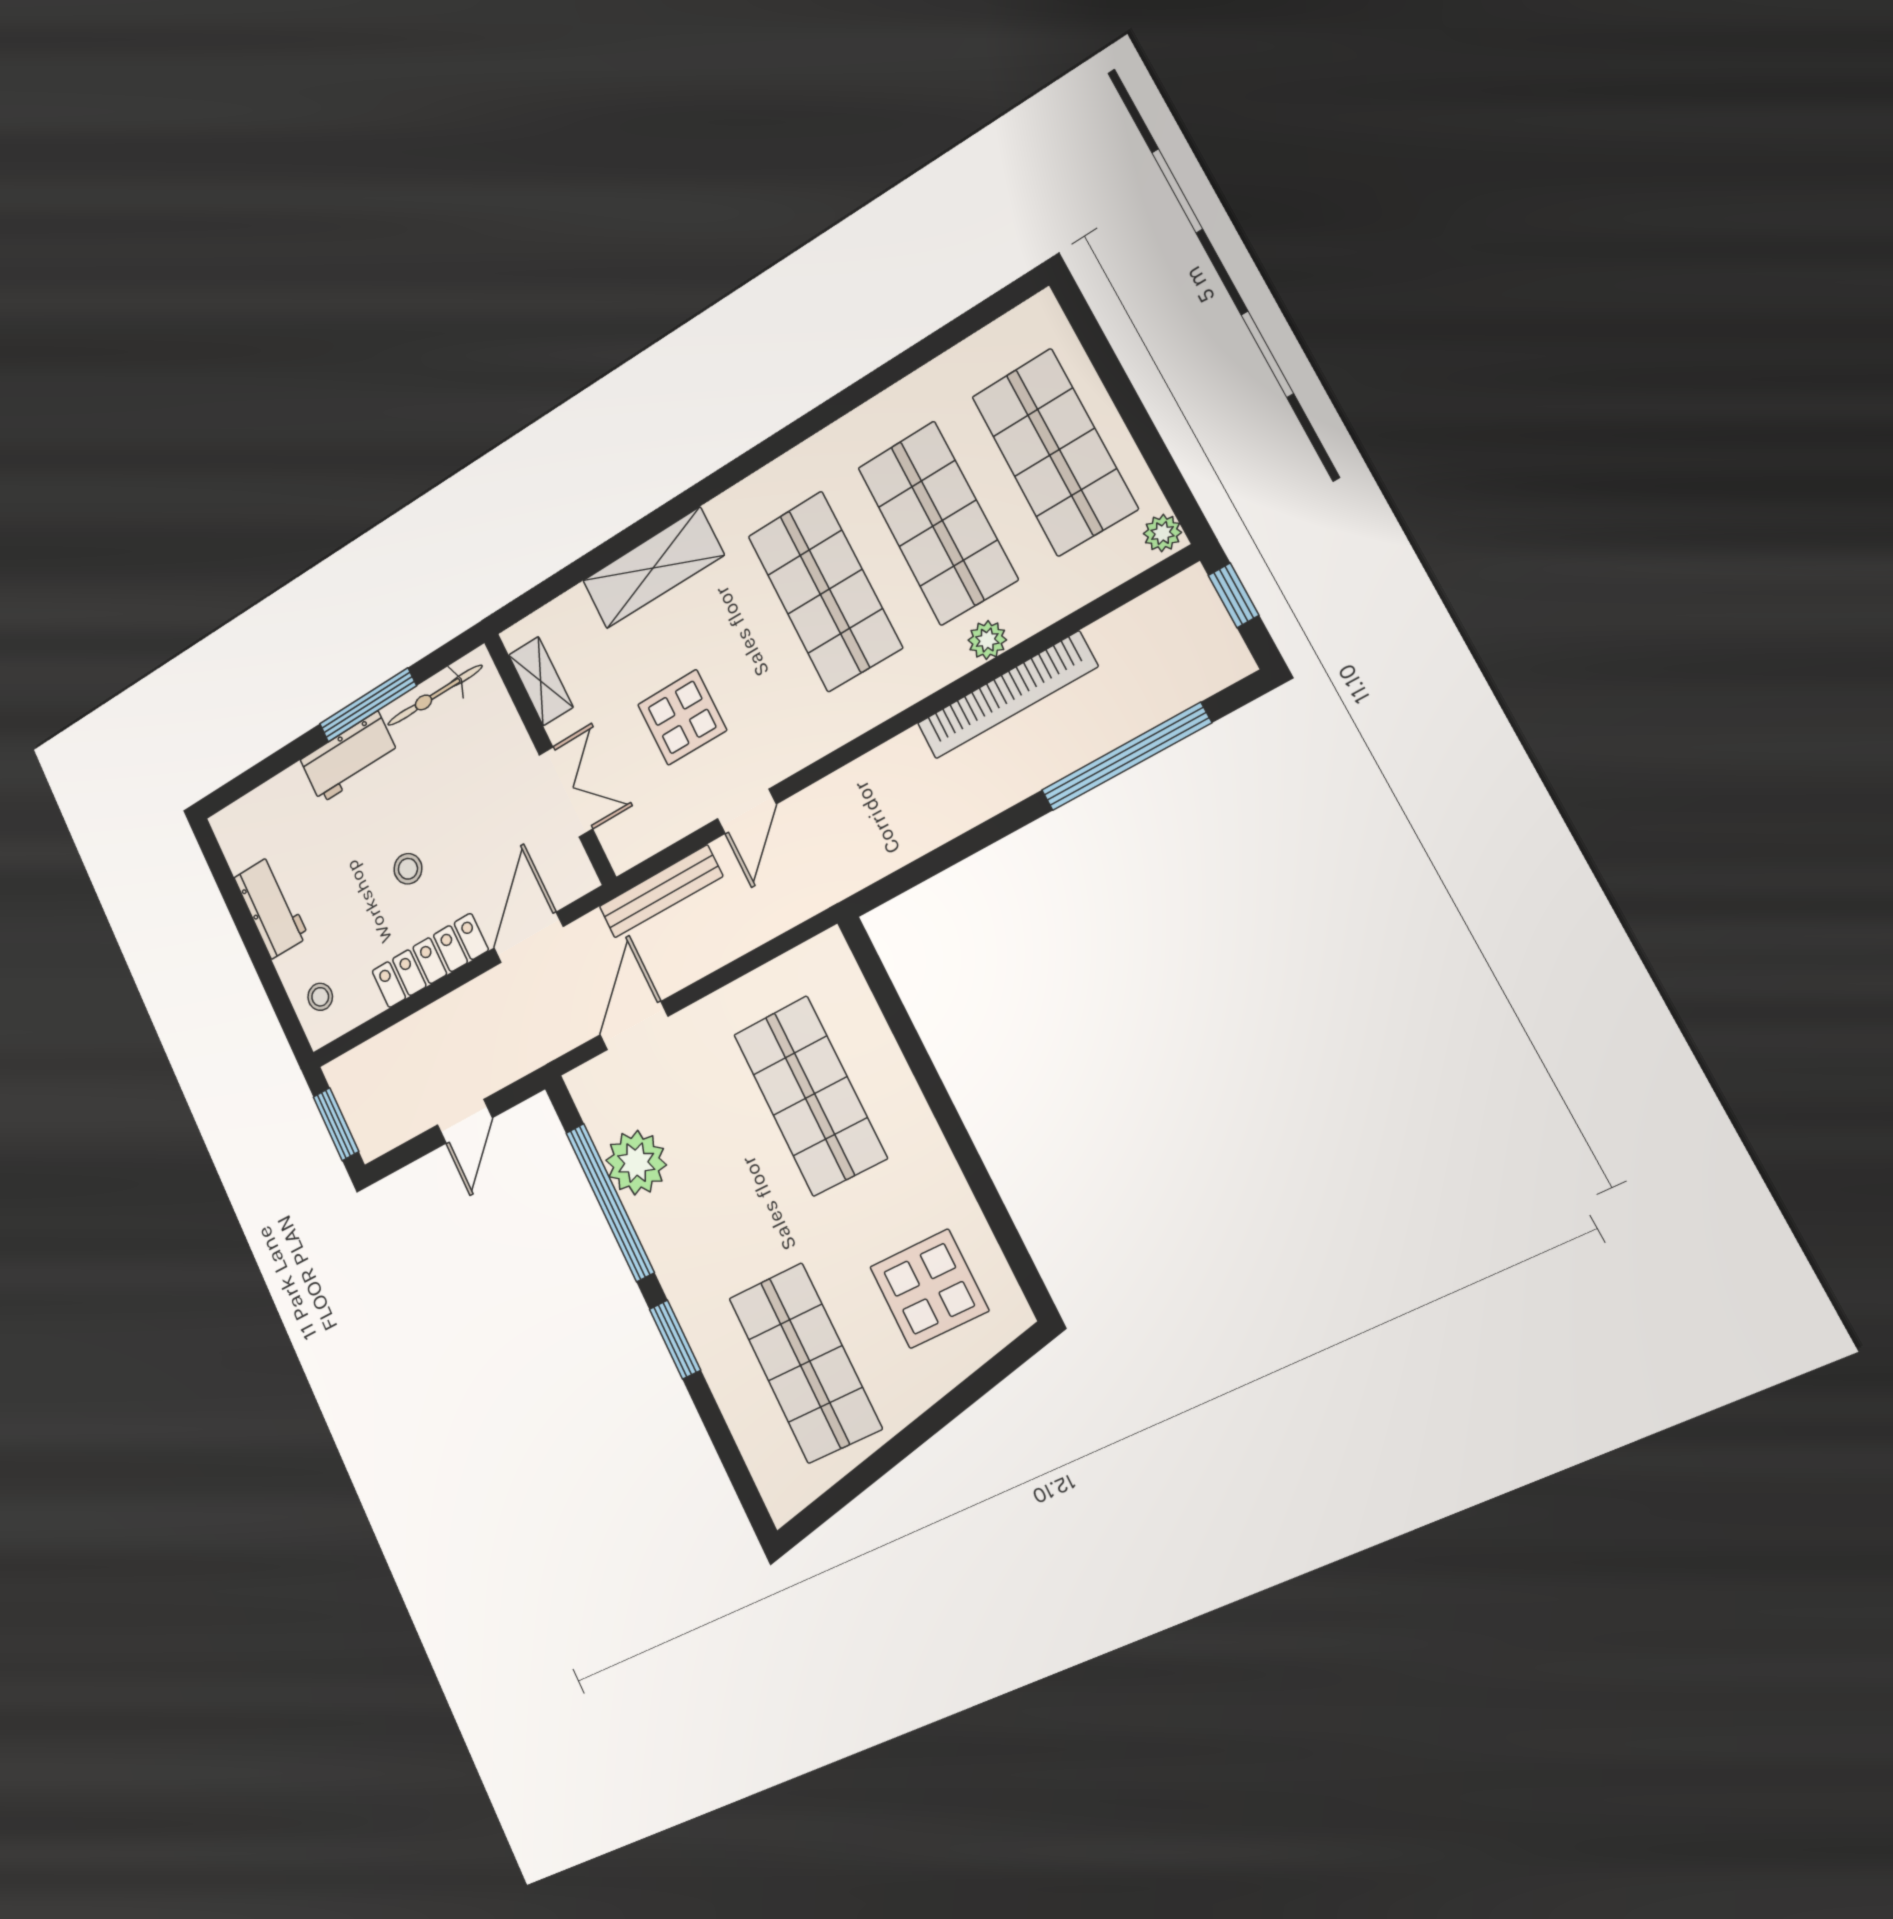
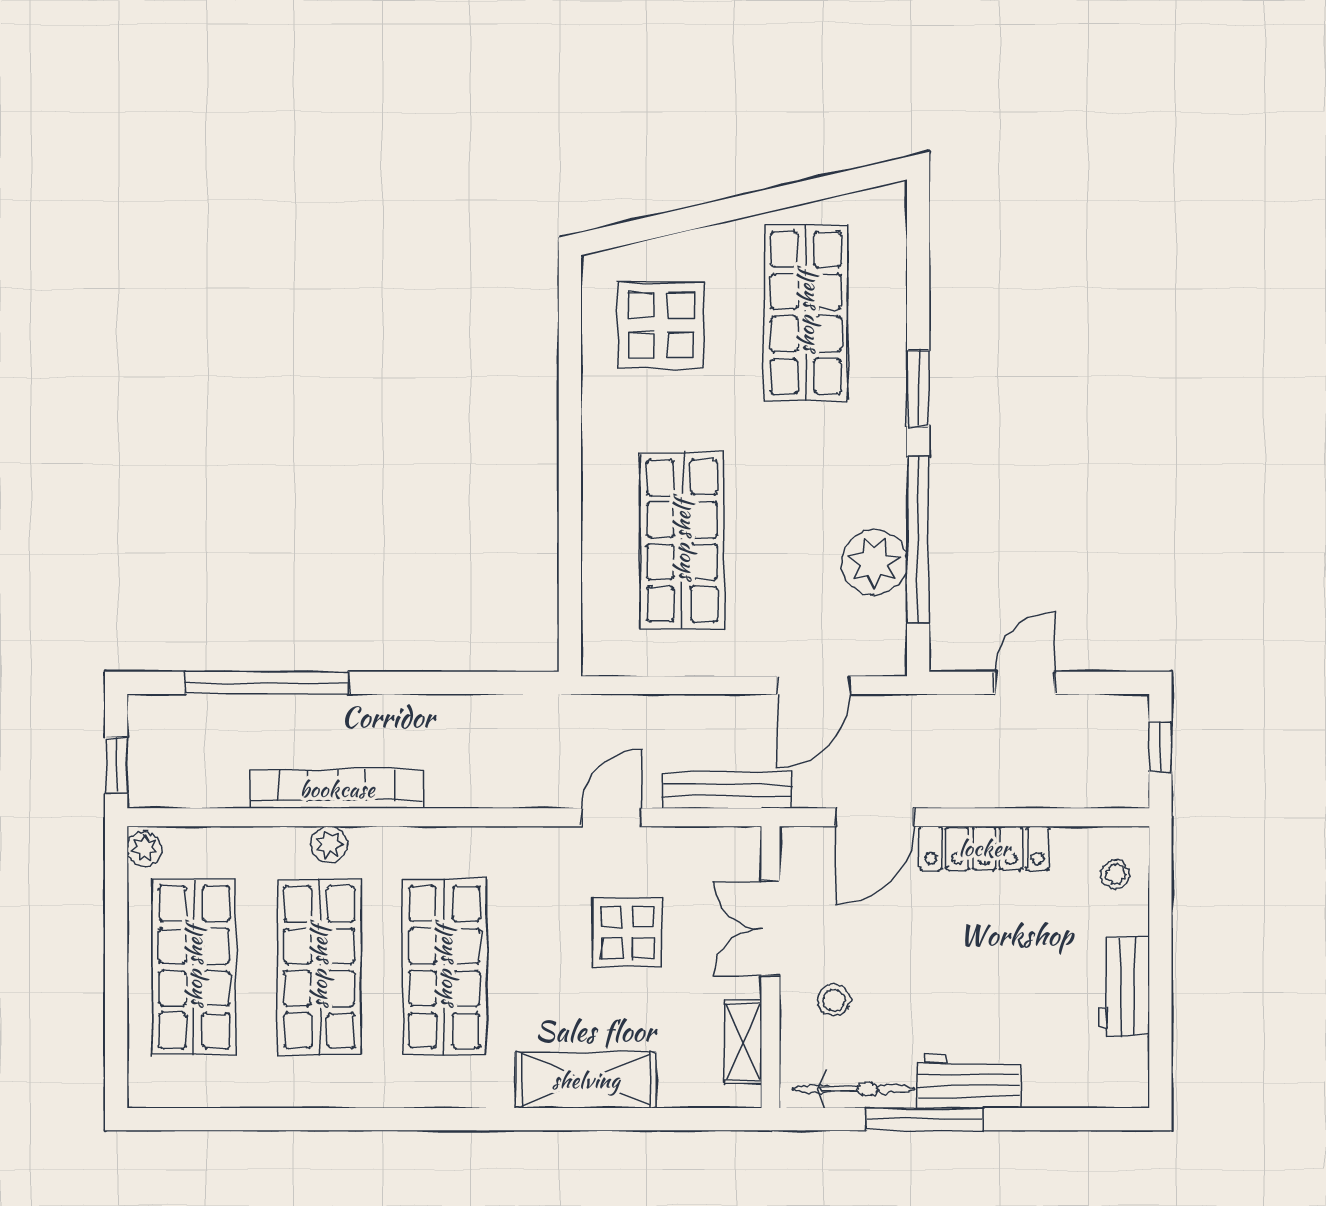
stool: (408, 869) -> (834, 1000), moved
window: (336, 1124) -> (1160, 747), width x0.67

